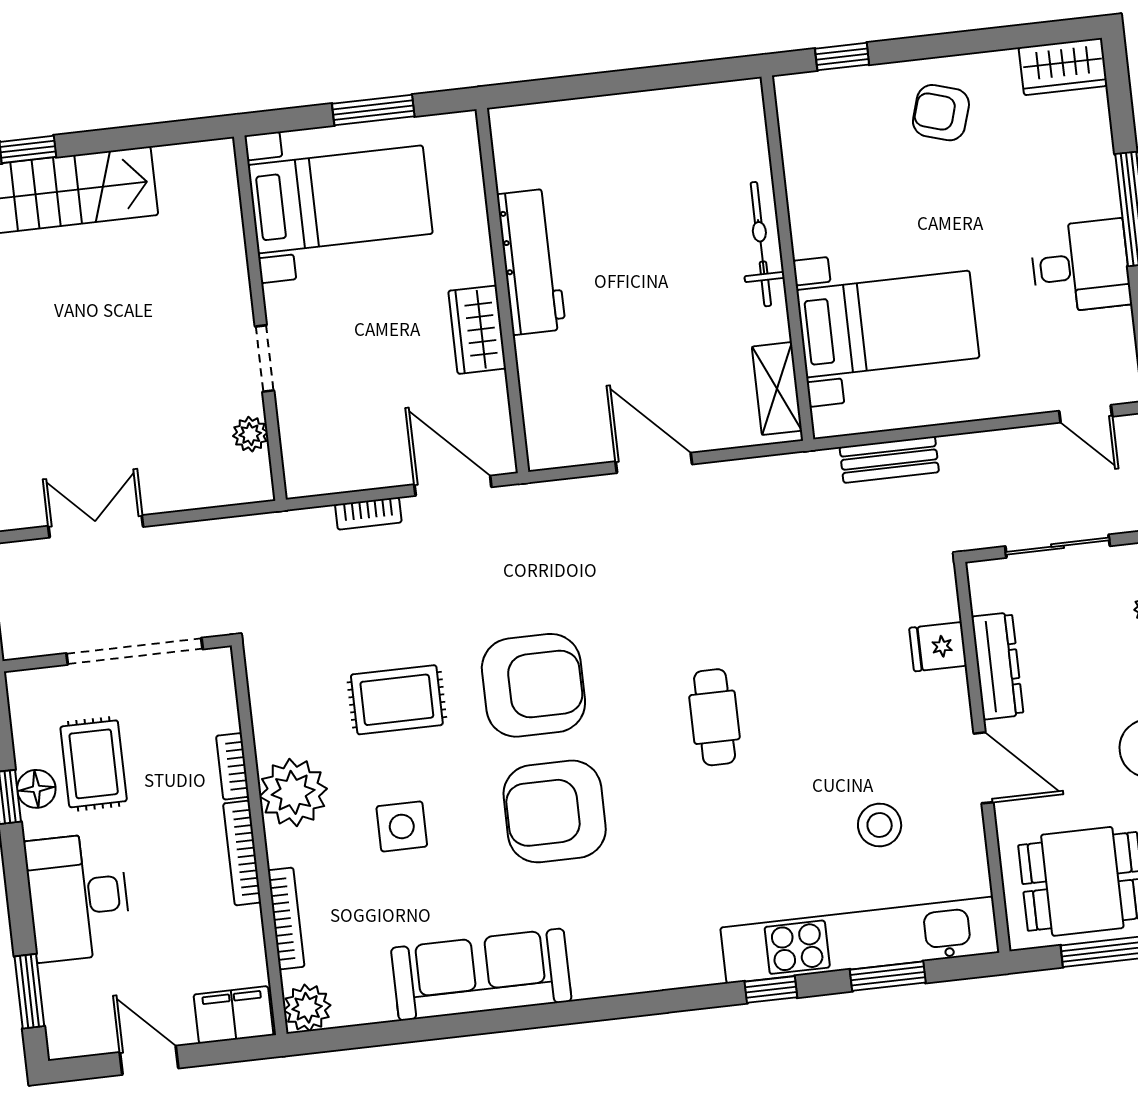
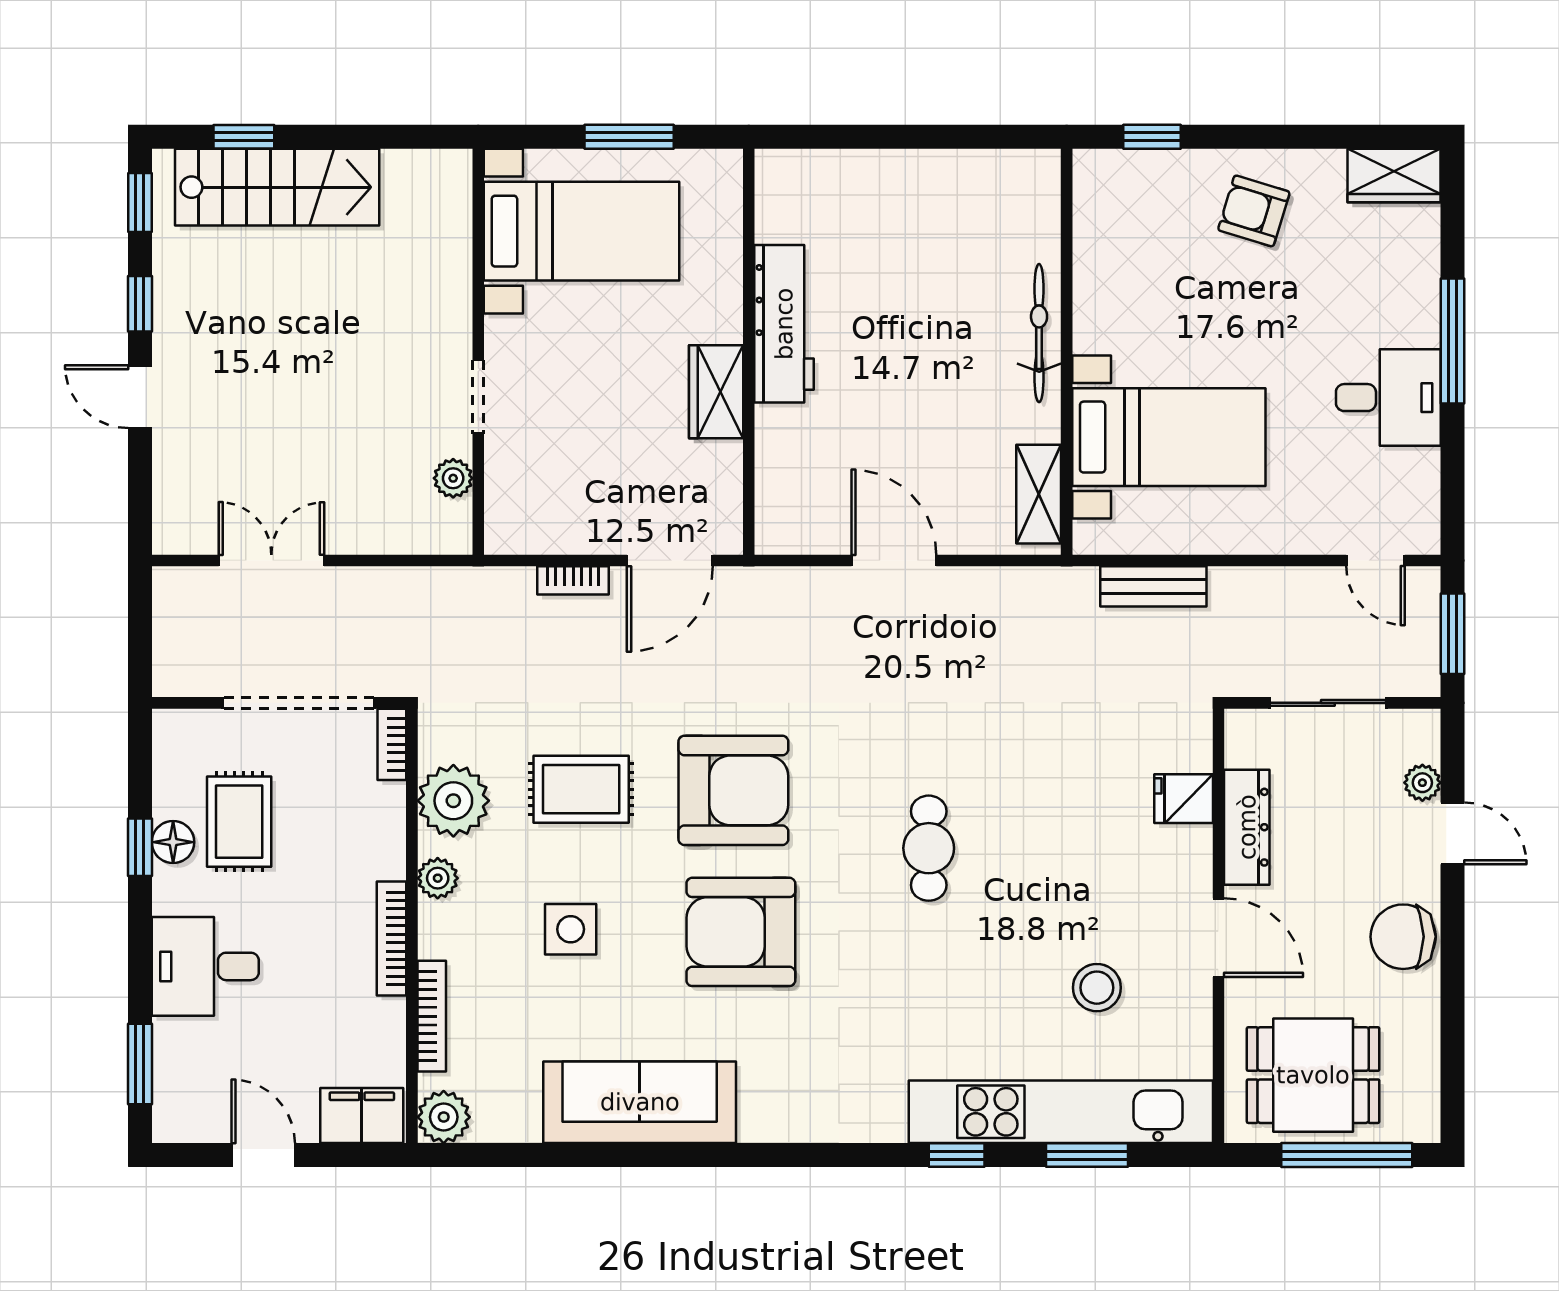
door: (453, 486) -> (670, 561), swing flipped
plant: (283, 723) -> (453, 801), added
bookcase: (233, 766) -> (392, 744), moved
plant: (293, 792) -> (438, 878), width x0.53, depth x0.53
desk: (78, 897) -> (205, 966), width x0.73

